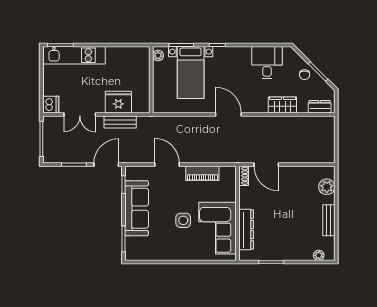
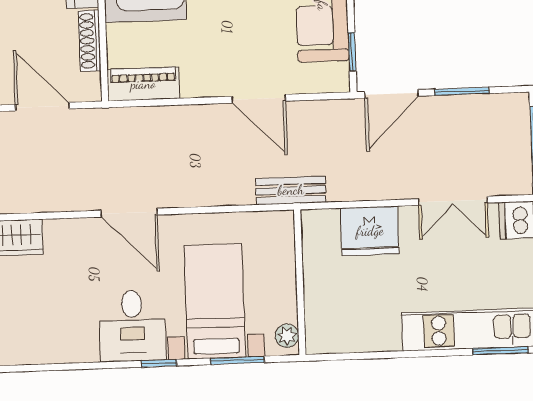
desk: (267, 63) -> (132, 326), moved
double door: (80, 115) -> (453, 201), swing flipped
bench: (120, 122) -> (291, 190), moved
piano: (202, 173) -> (143, 84), moved
shoe rack: (244, 176) -> (90, 41), moved, width x1.43

